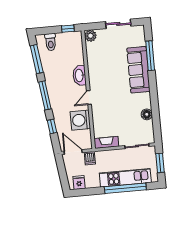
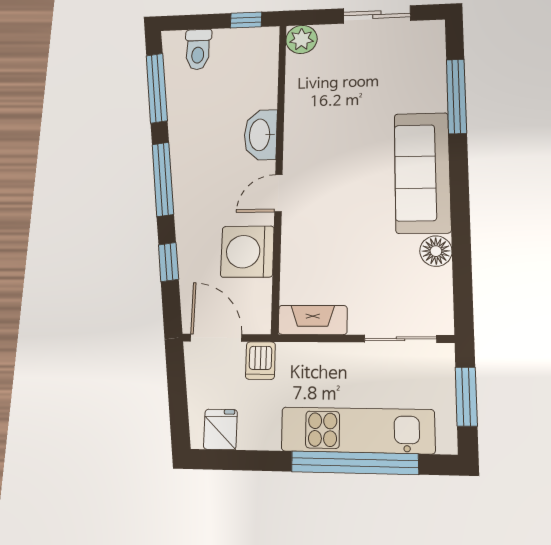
sofa: (138, 70) -> (422, 172), moved

